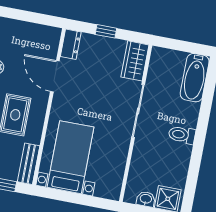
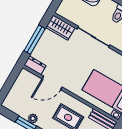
window: (106, 31) -> (35, 40), width x2.17

